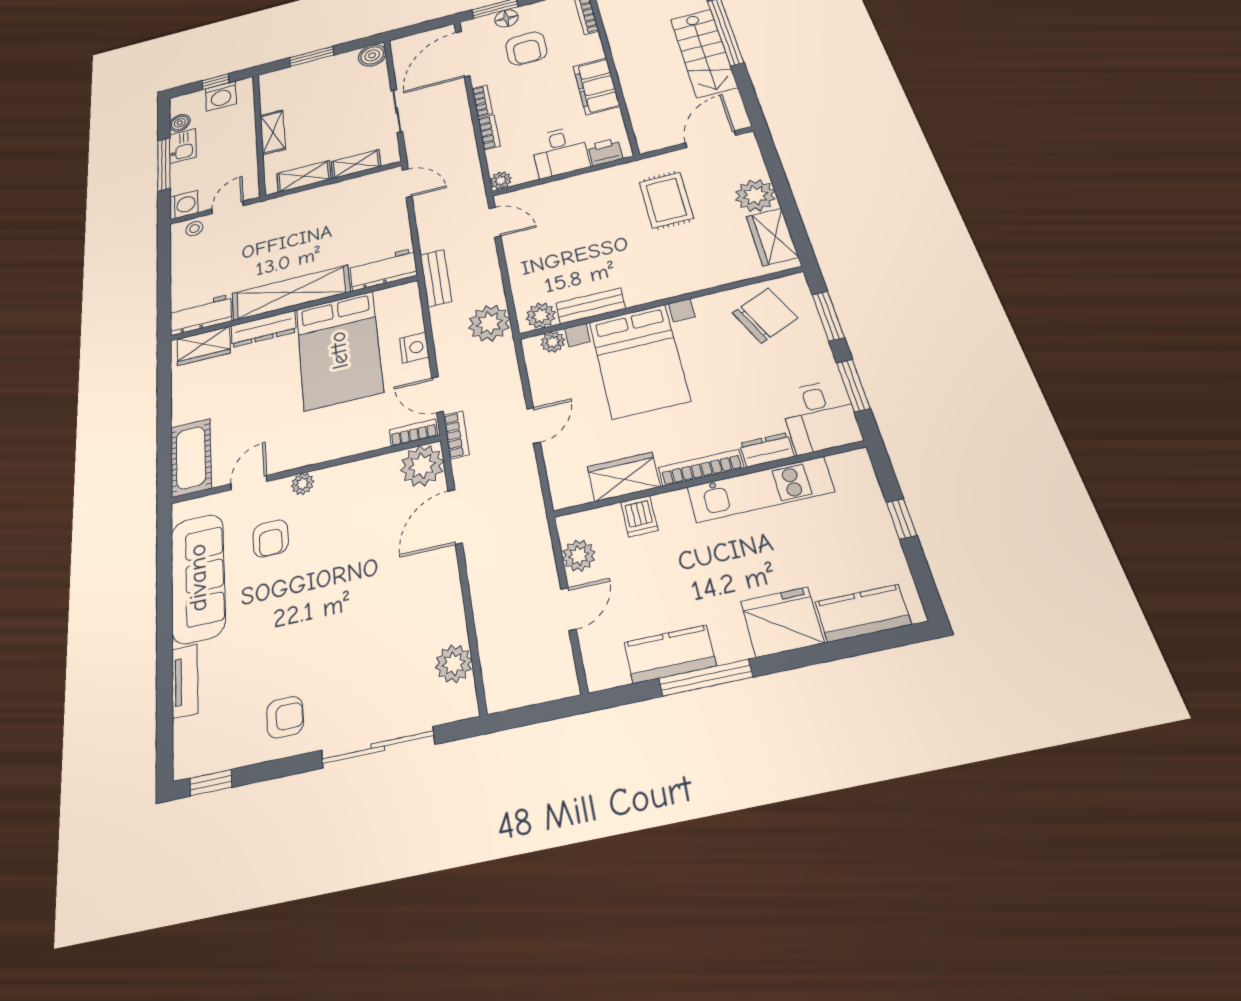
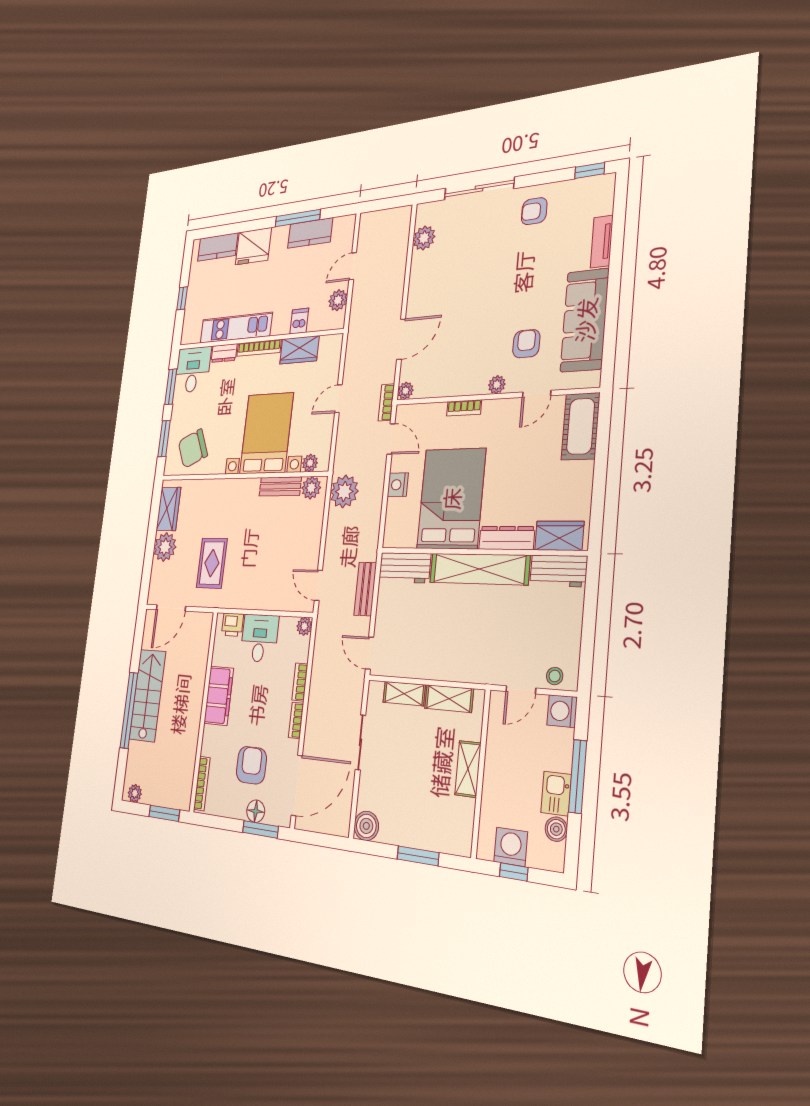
bench: (436, 278) -> (365, 589), moved
bookcase: (414, 433) -> (464, 408), moved
plant: (422, 466) -> (405, 391), width x0.53, depth x0.53

